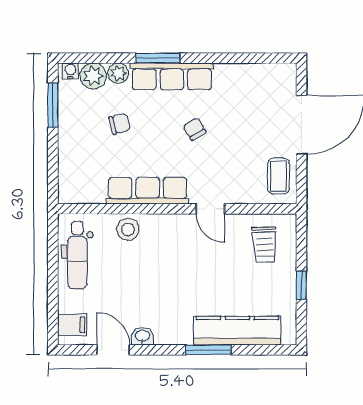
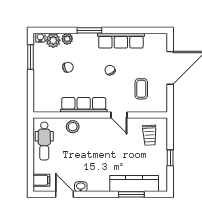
row of seats: (172, 76) -> (121, 41), moved
coffee table: (278, 176) -> (141, 89), moved
window: (208, 350) -> (131, 194), moved

